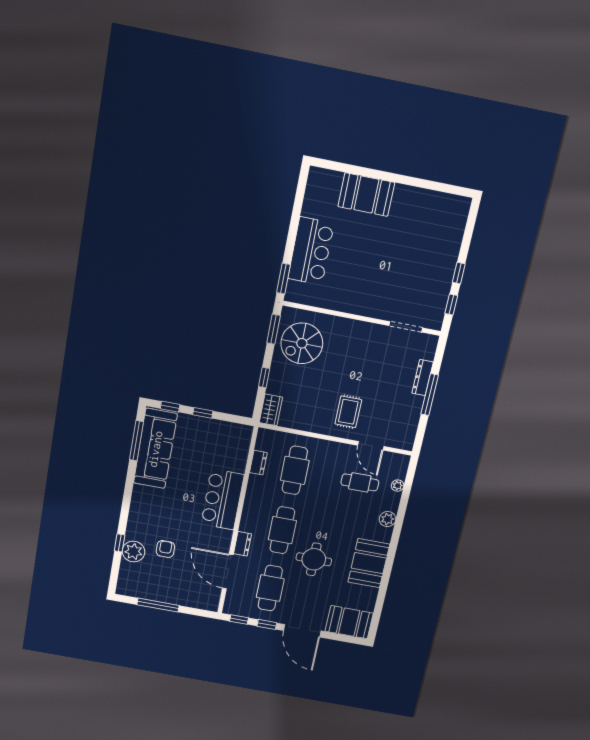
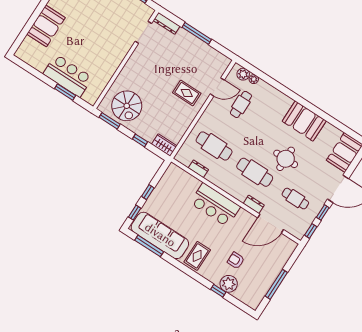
window: (284, 278) -> (65, 92), moved
dresser: (423, 378) -> (167, 23), moved
rug: (150, 502) -> (197, 256), added
plant: (388, 519) -> (243, 74), moved
cafe table: (270, 588) -> (295, 199), width x0.73, depth x0.74

